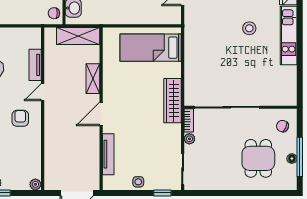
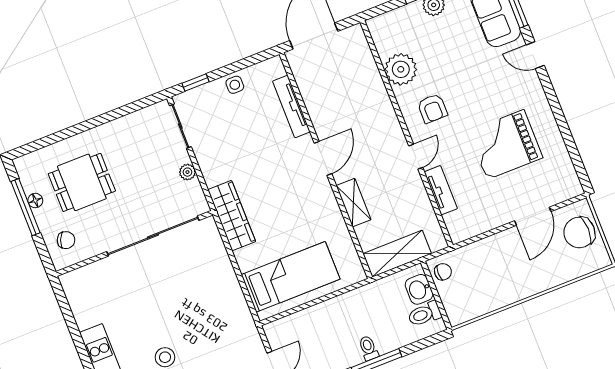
bookcase: (189, 120) -> (199, 197), removed
dining table: (258, 158) -> (82, 182), turned 90
plant: (35, 184) -> (401, 69), moved, width x1.88, depth x1.88

